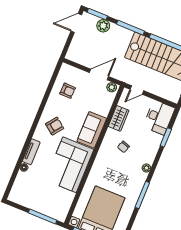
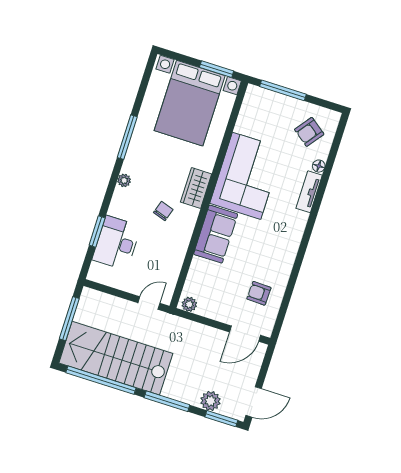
door: (99, 75) -> (245, 334), moved
desk: (159, 117) -> (117, 243), moved
wardrobe: (119, 118) -> (196, 188), moved
armchair: (55, 126) -> (309, 132), moved

